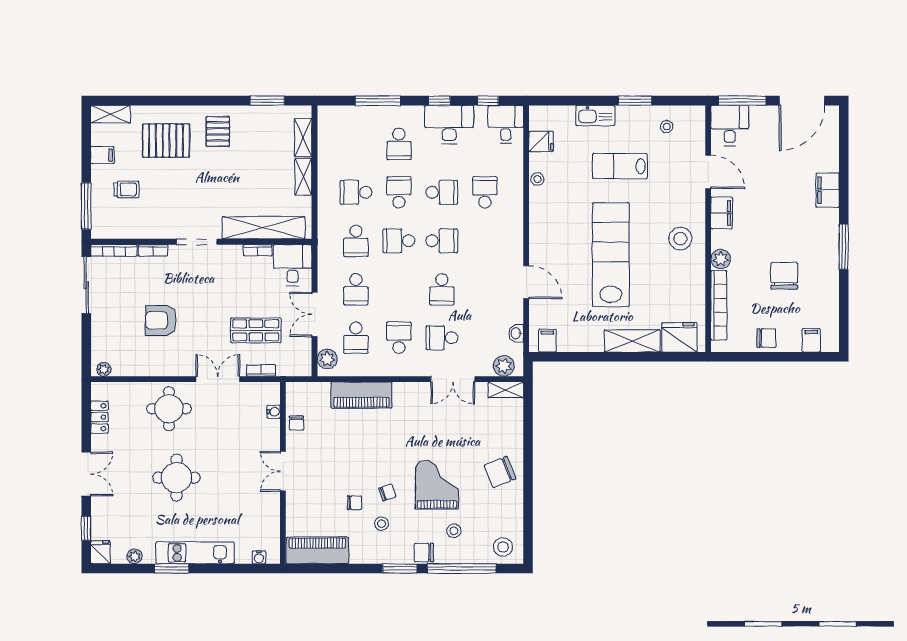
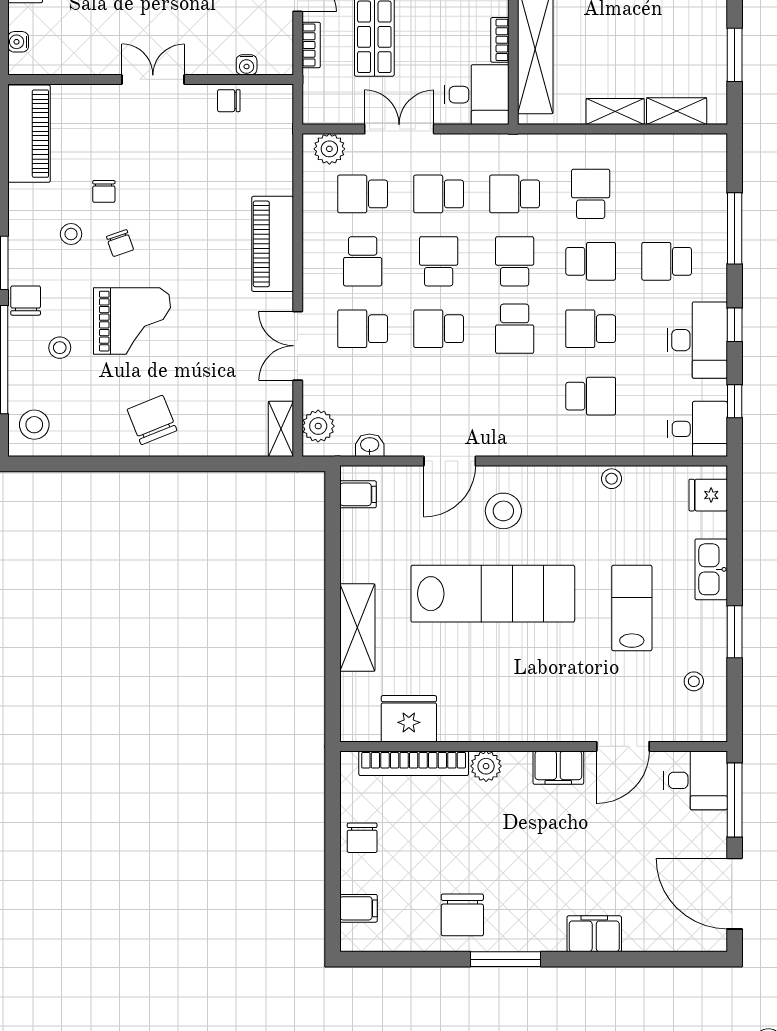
fridge: (541, 142) -> (708, 495), moved, turned 90
school desk: (442, 192) -> (591, 329), turned 90
stool: (680, 239) -> (503, 511), moved
chair: (784, 276) -> (462, 915), moved, turned 90
school desk: (399, 289) -> (439, 261), added
fridge: (679, 337) -> (409, 719), moved, turned -90
school desk: (399, 338) -> (363, 261), turned 90
school desk: (442, 338) -> (363, 329), turned -90
piano: (362, 395) -> (273, 244), moved

